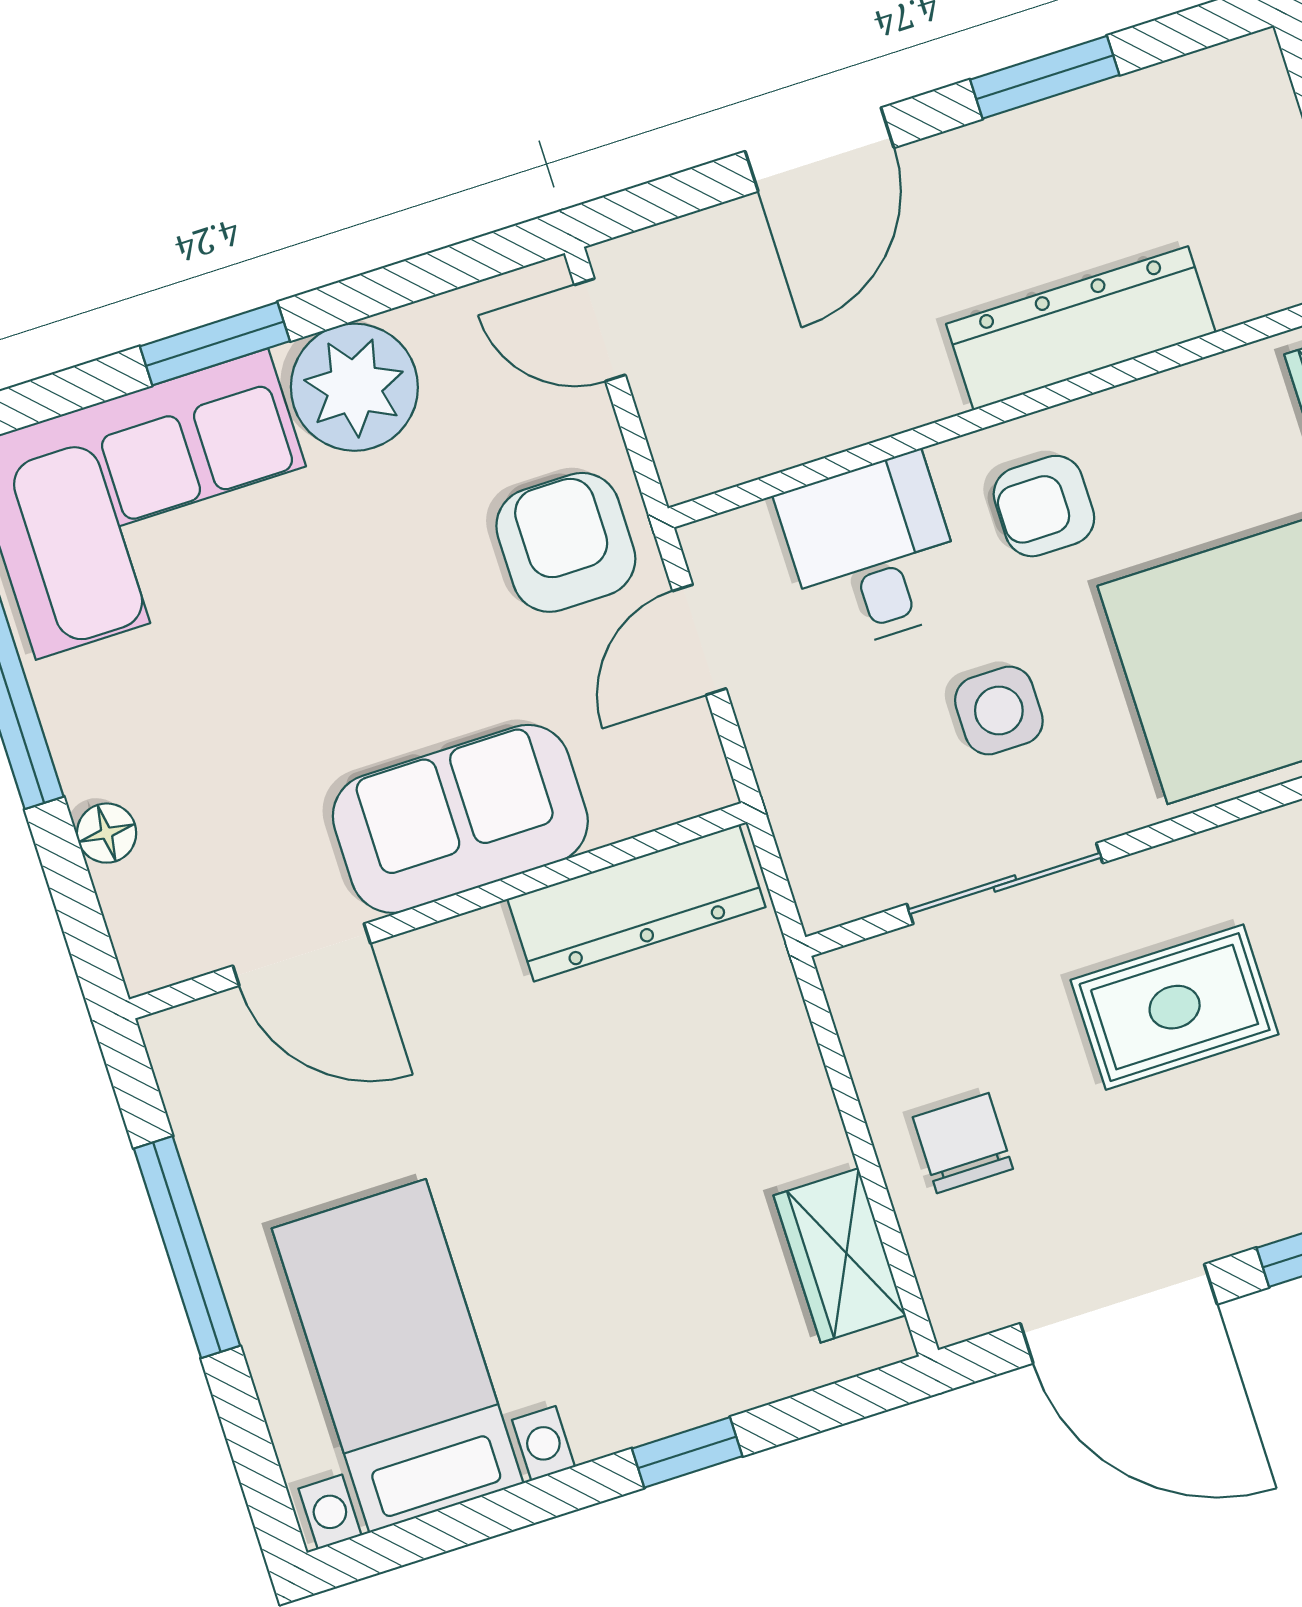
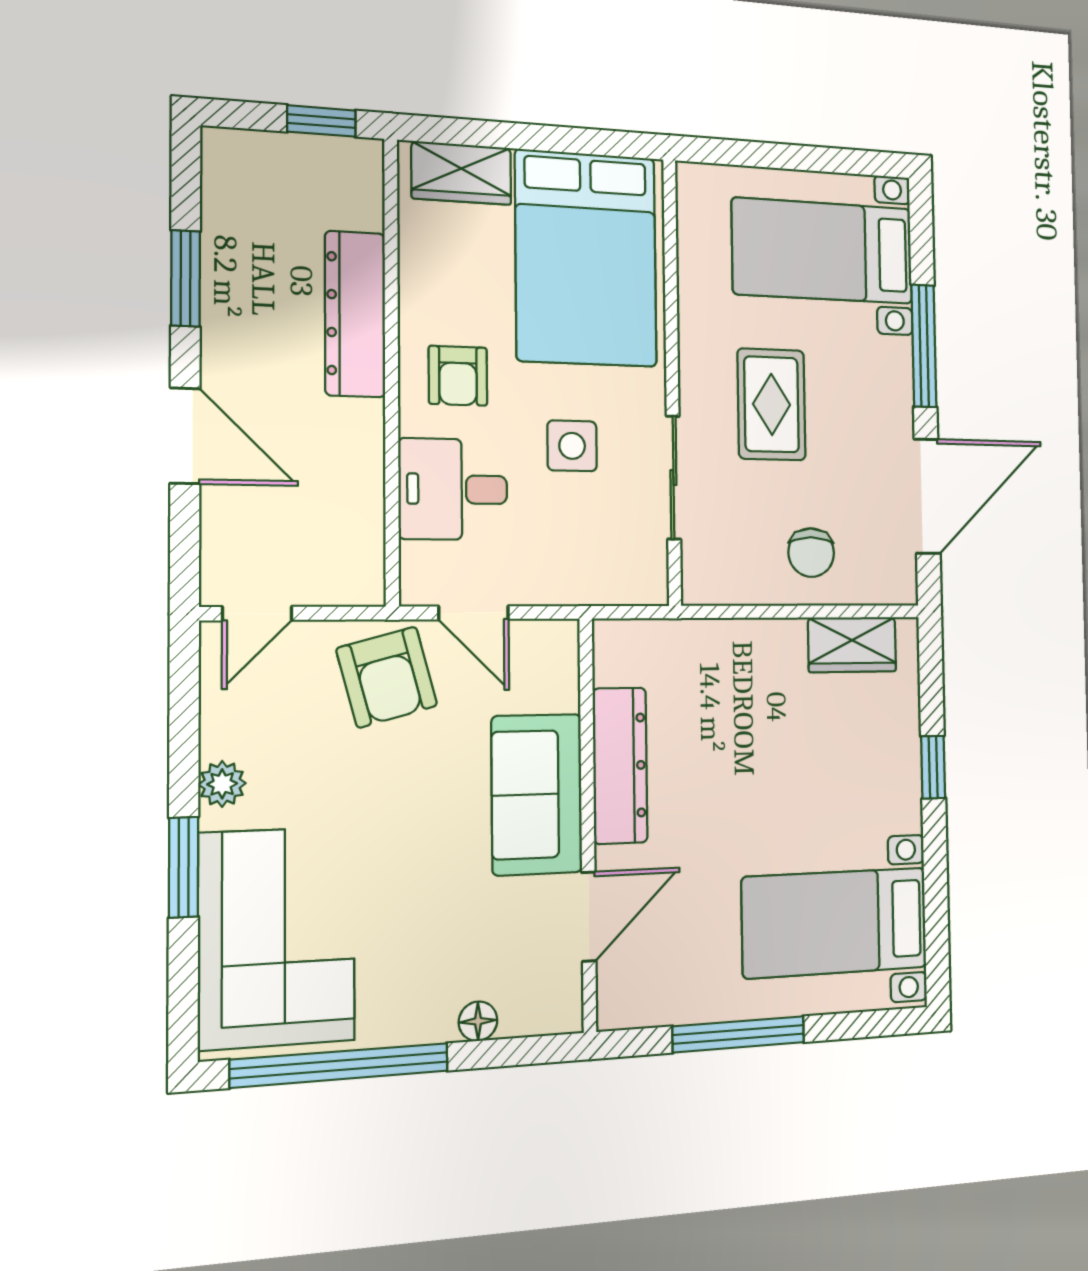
plant: (354, 387) -> (222, 784), width x0.53, depth x0.53
armchair: (566, 542) -> (387, 677), turned -105
dresser: (636, 903) -> (620, 766), moved
chair: (963, 1143) -> (811, 553), turned -90

